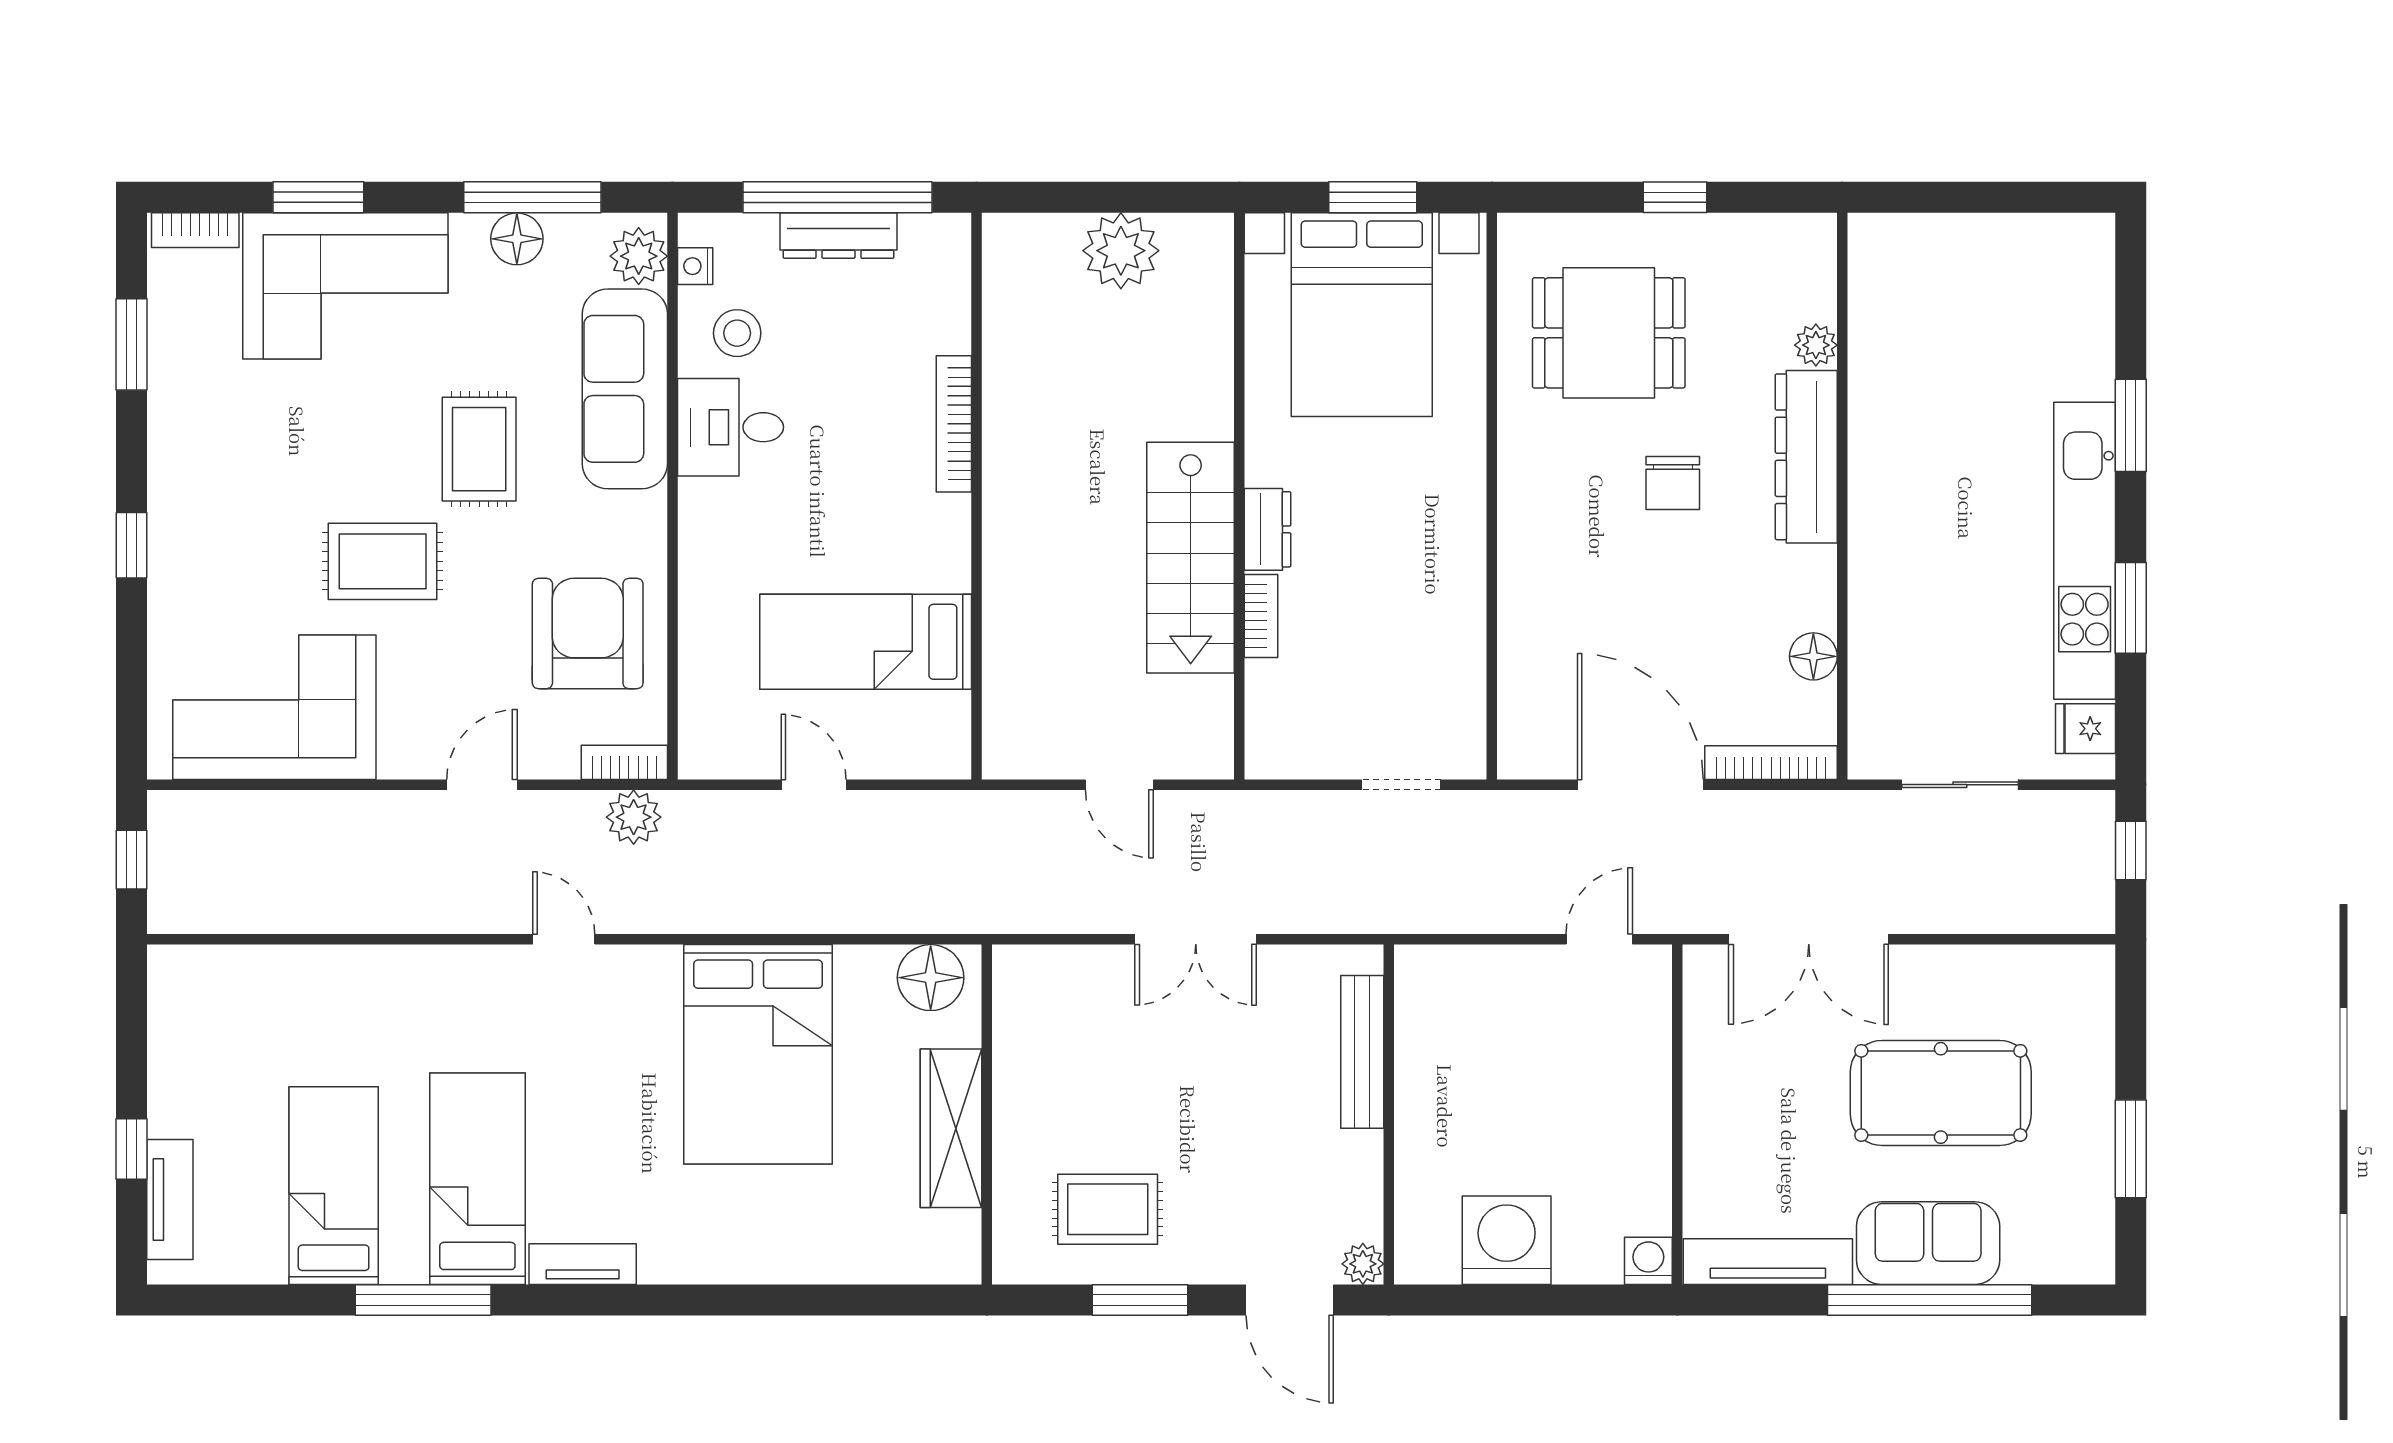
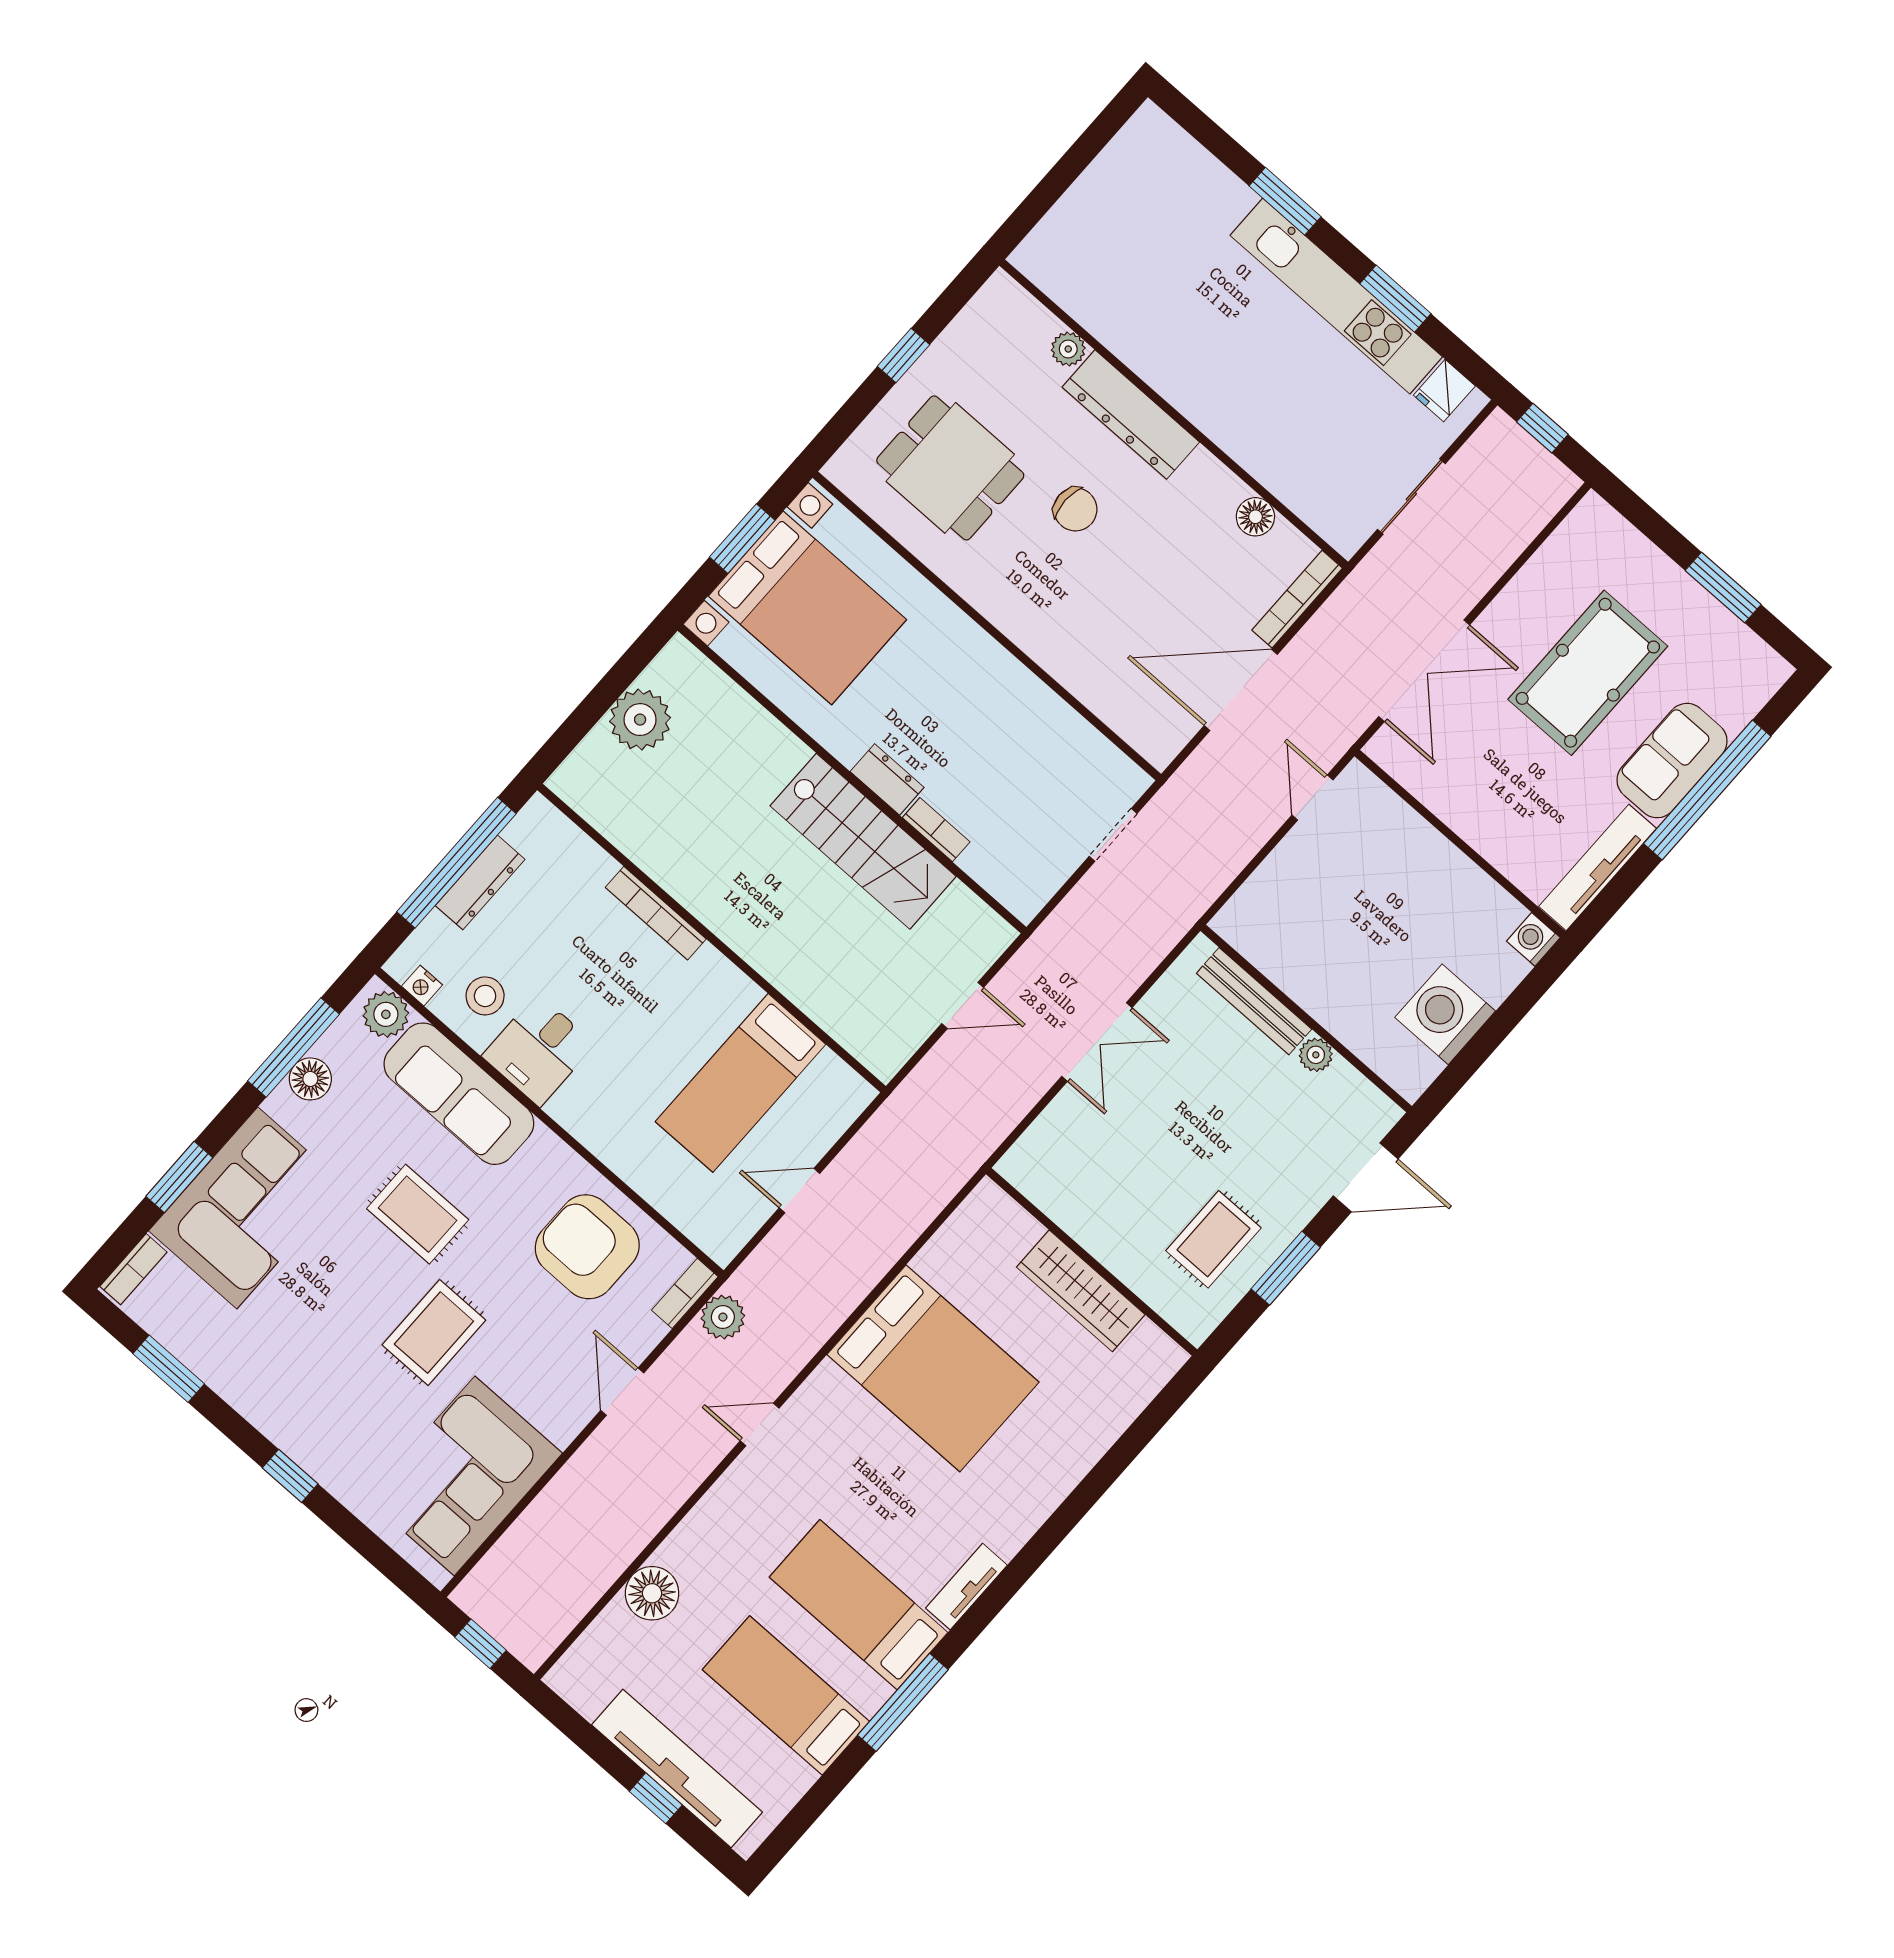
dining table: (1609, 333) -> (950, 468), turned 90
floor lamp: (931, 978) -> (652, 1593), moved
tv unit: (170, 1199) -> (677, 1769), width x1.92, depth x1.29
plant: (1363, 1264) -> (1316, 1055), moved

